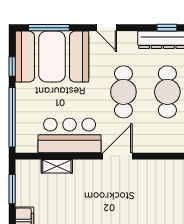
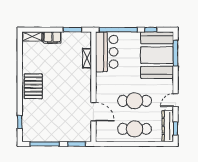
door: (106, 28) -> (176, 100), moved
bar counter: (70, 135) -> (107, 52), moved
door: (118, 156) -> (93, 112), moved

